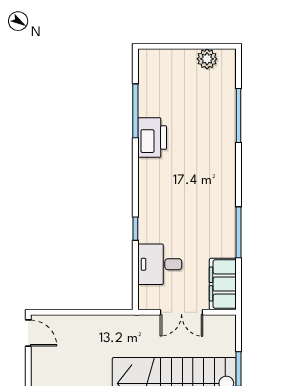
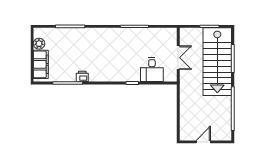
printer: (152, 137) -> (82, 76), width x0.53, depth x0.68
filing cabinet: (223, 284) -> (41, 64), moved, turned -90
door: (28, 333) -> (203, 142), moved

